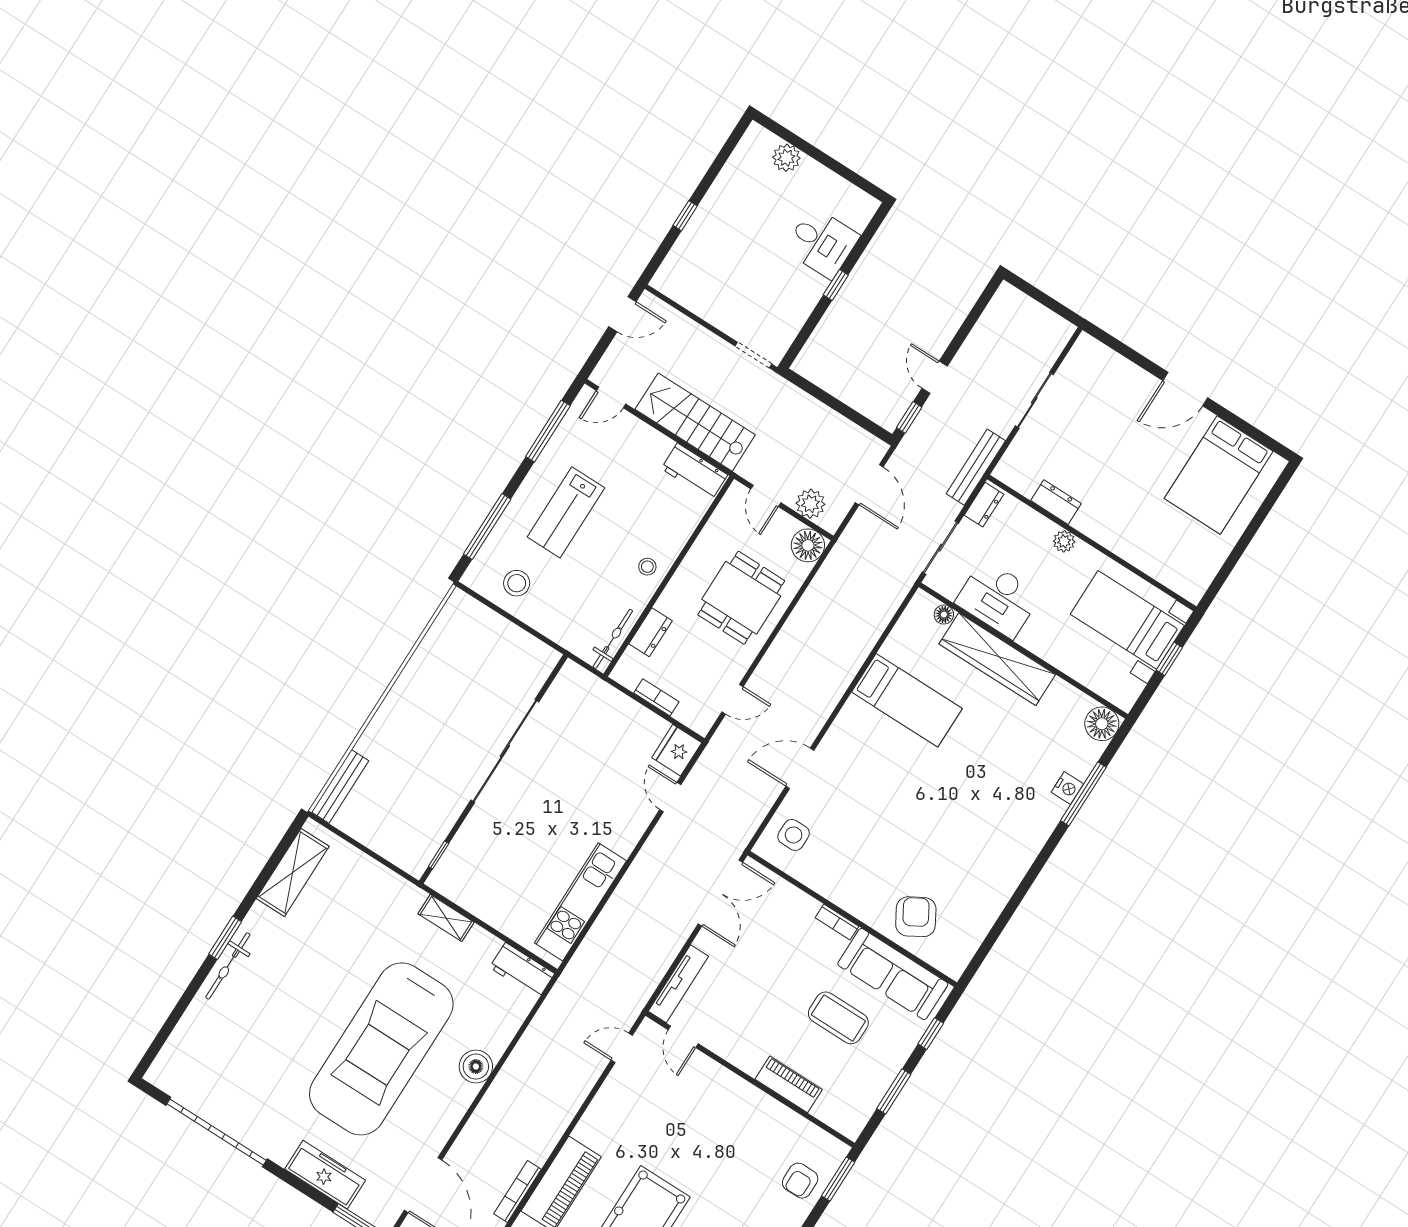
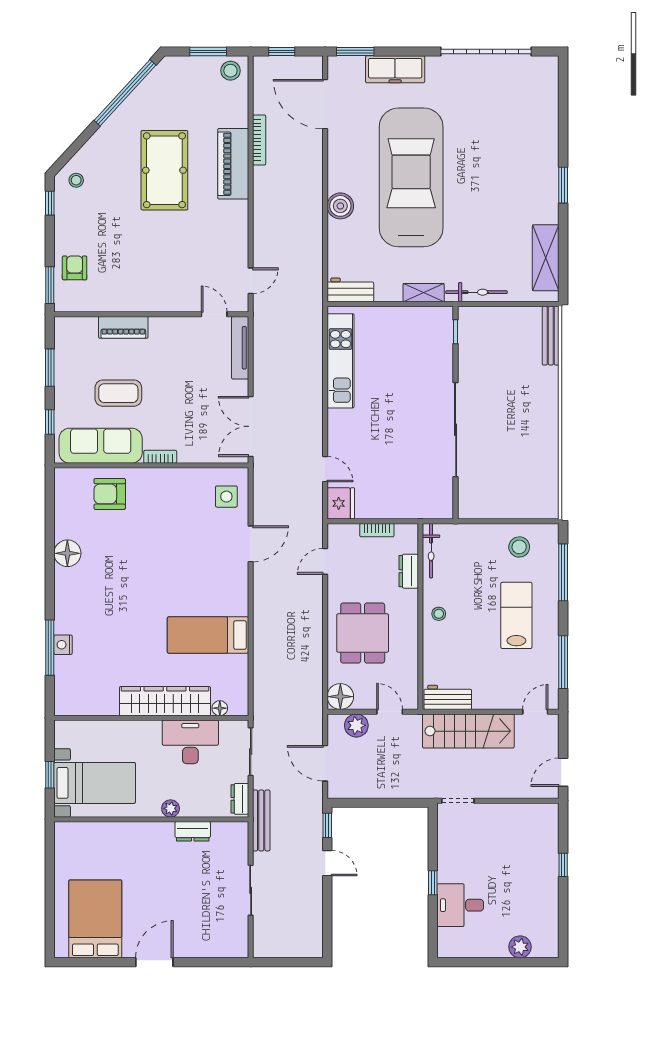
floor lamp: (1102, 724) -> (67, 553), moved
armchair: (916, 917) -> (110, 494), turned 120
bicycle: (228, 966) -> (476, 292), moved, turned 90

